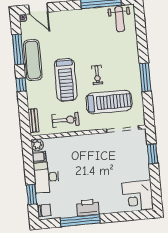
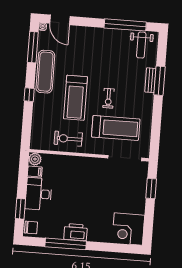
window: (18, 49) -> (33, 47), moved
window: (145, 77) -> (159, 81), moved
exercise bike: (66, 120) -> (68, 139), turned 180
bench: (33, 121) -> (150, 80), moved

